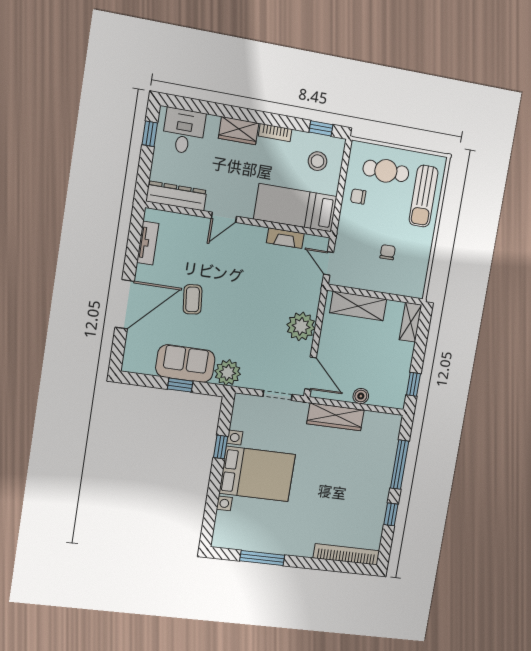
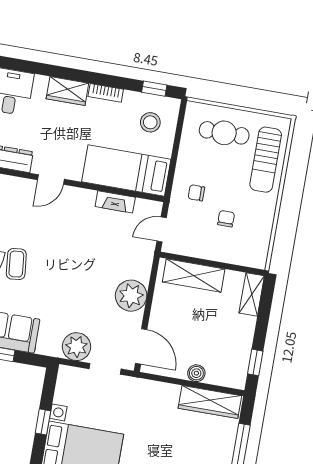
chair: (358, 196) -> (196, 193), moved
door: (329, 263) -> (162, 229), hinge flipped
plant: (228, 373) -> (76, 347), moved
wardrobe: (335, 417) -> (210, 402), moved

